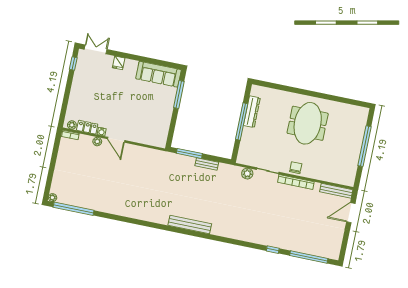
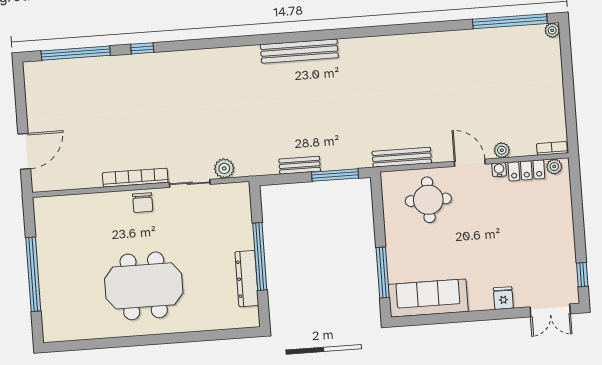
meeting table: (308, 123) -> (144, 286), turned 90
round table: (144, 126) -> (428, 200), added
bench: (336, 191) -> (402, 157), moved

